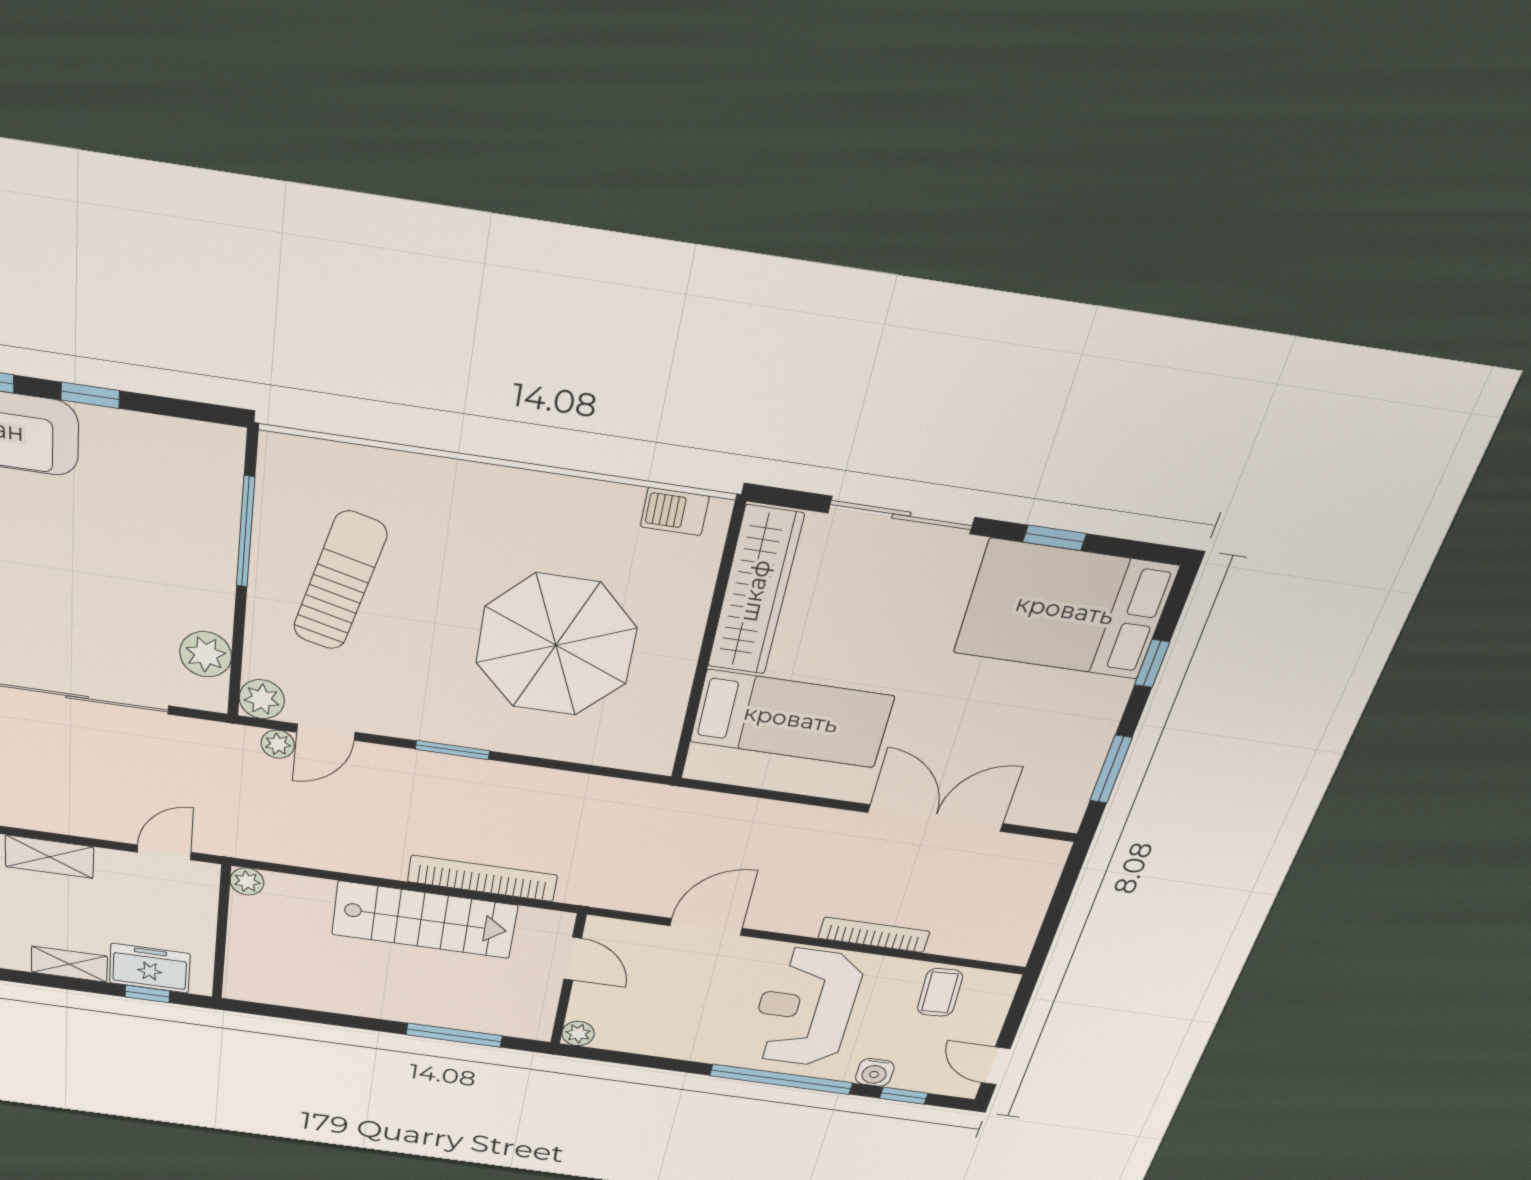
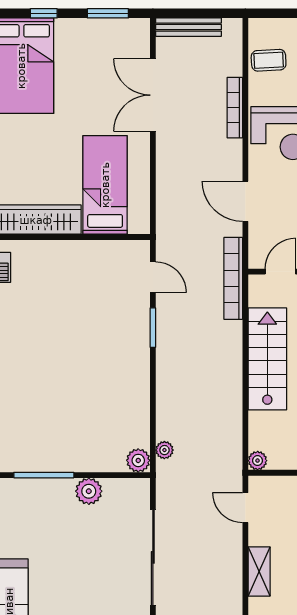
sun lounger: (340, 581) -> (63, 426), removed
parasol: (556, 645) -> (82, 313), removed
plant: (206, 654) -> (89, 491), moved
door: (326, 732) -> (153, 277), moved
window: (452, 750) -> (153, 328), moved
bookcase: (482, 878) -> (233, 278), moved
bench: (1039, 888) -> (188, 27), added

